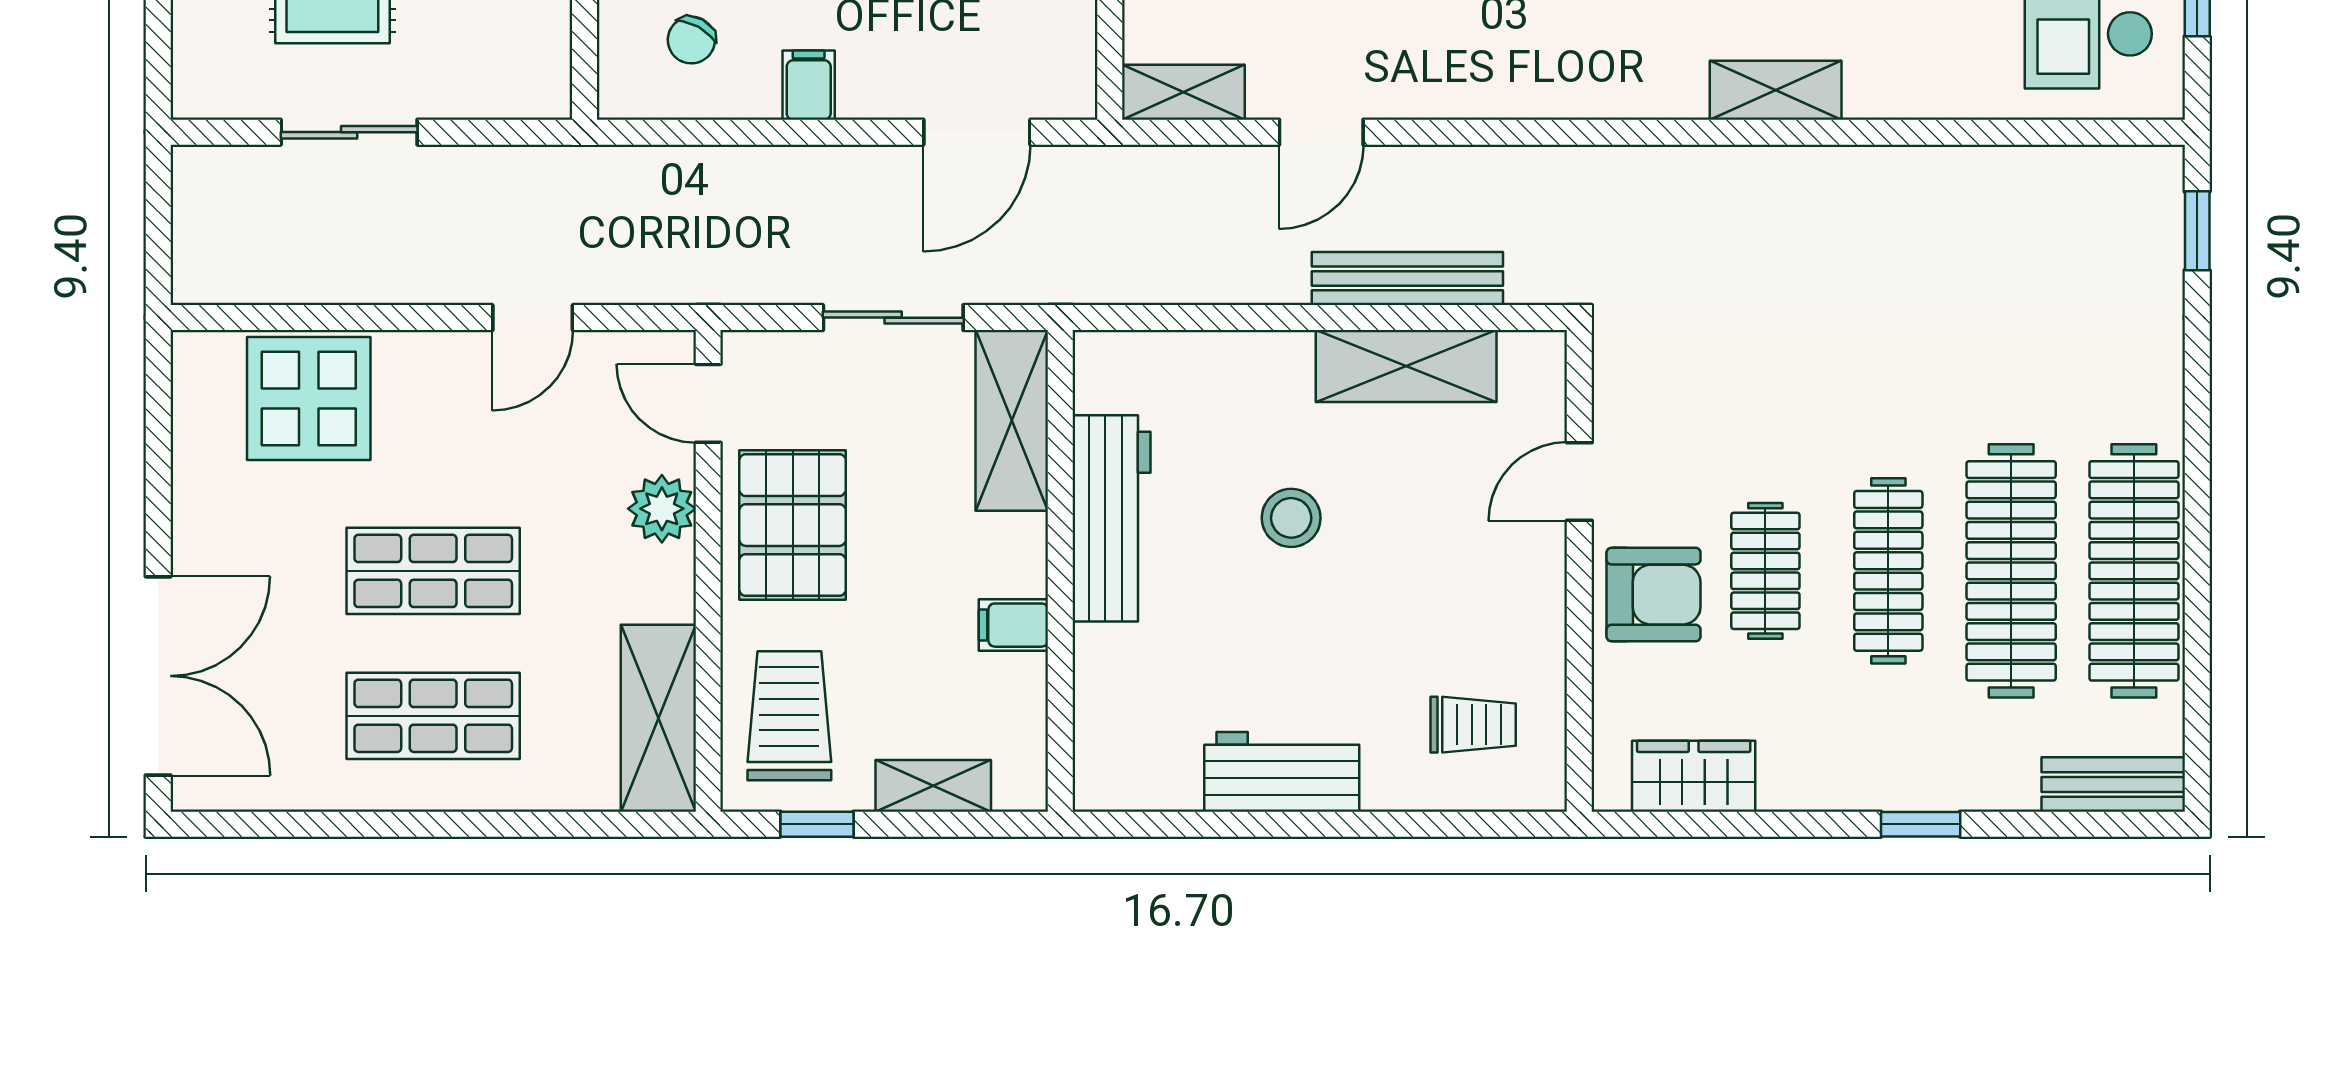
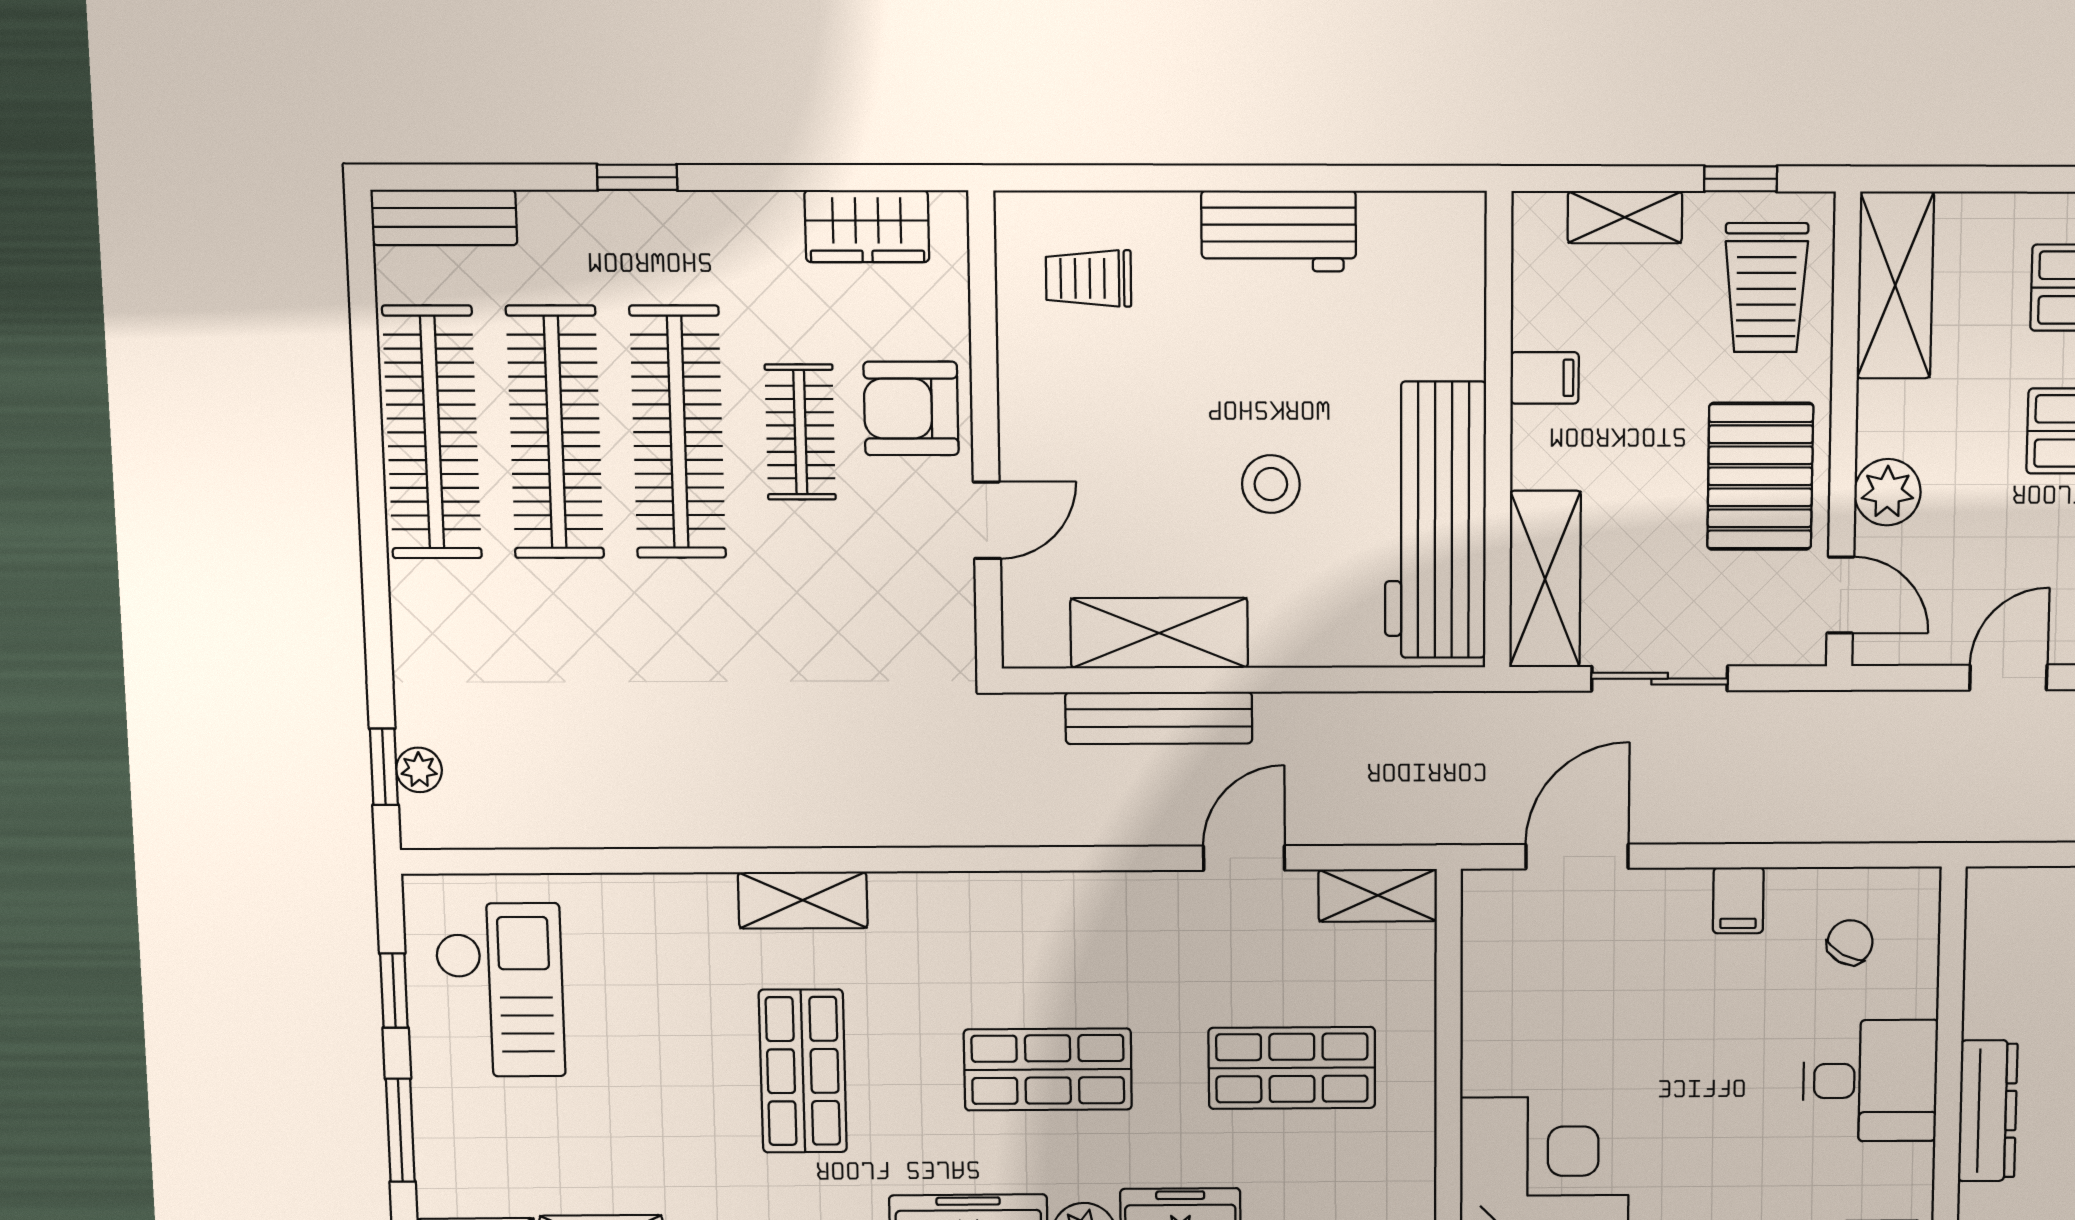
plant: (2162, 228) -> (419, 770), added
workbench: (1111, 518) -> (1435, 520), width x1.36, depth x1.32
clothes rail: (1888, 571) -> (678, 432), width x1.37, depth x1.31

